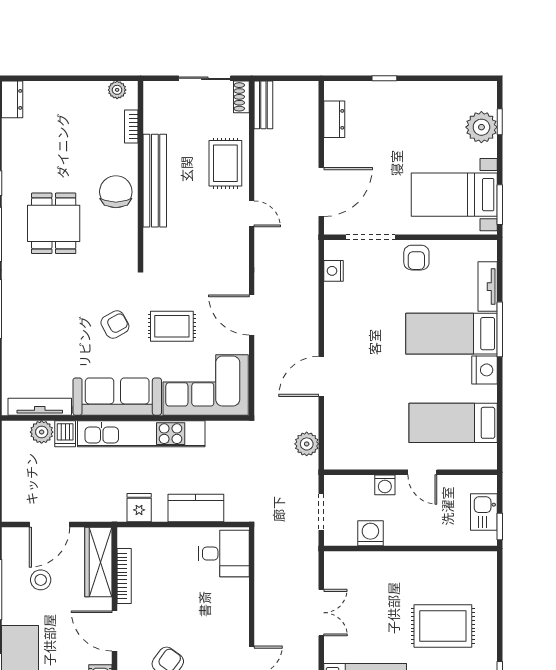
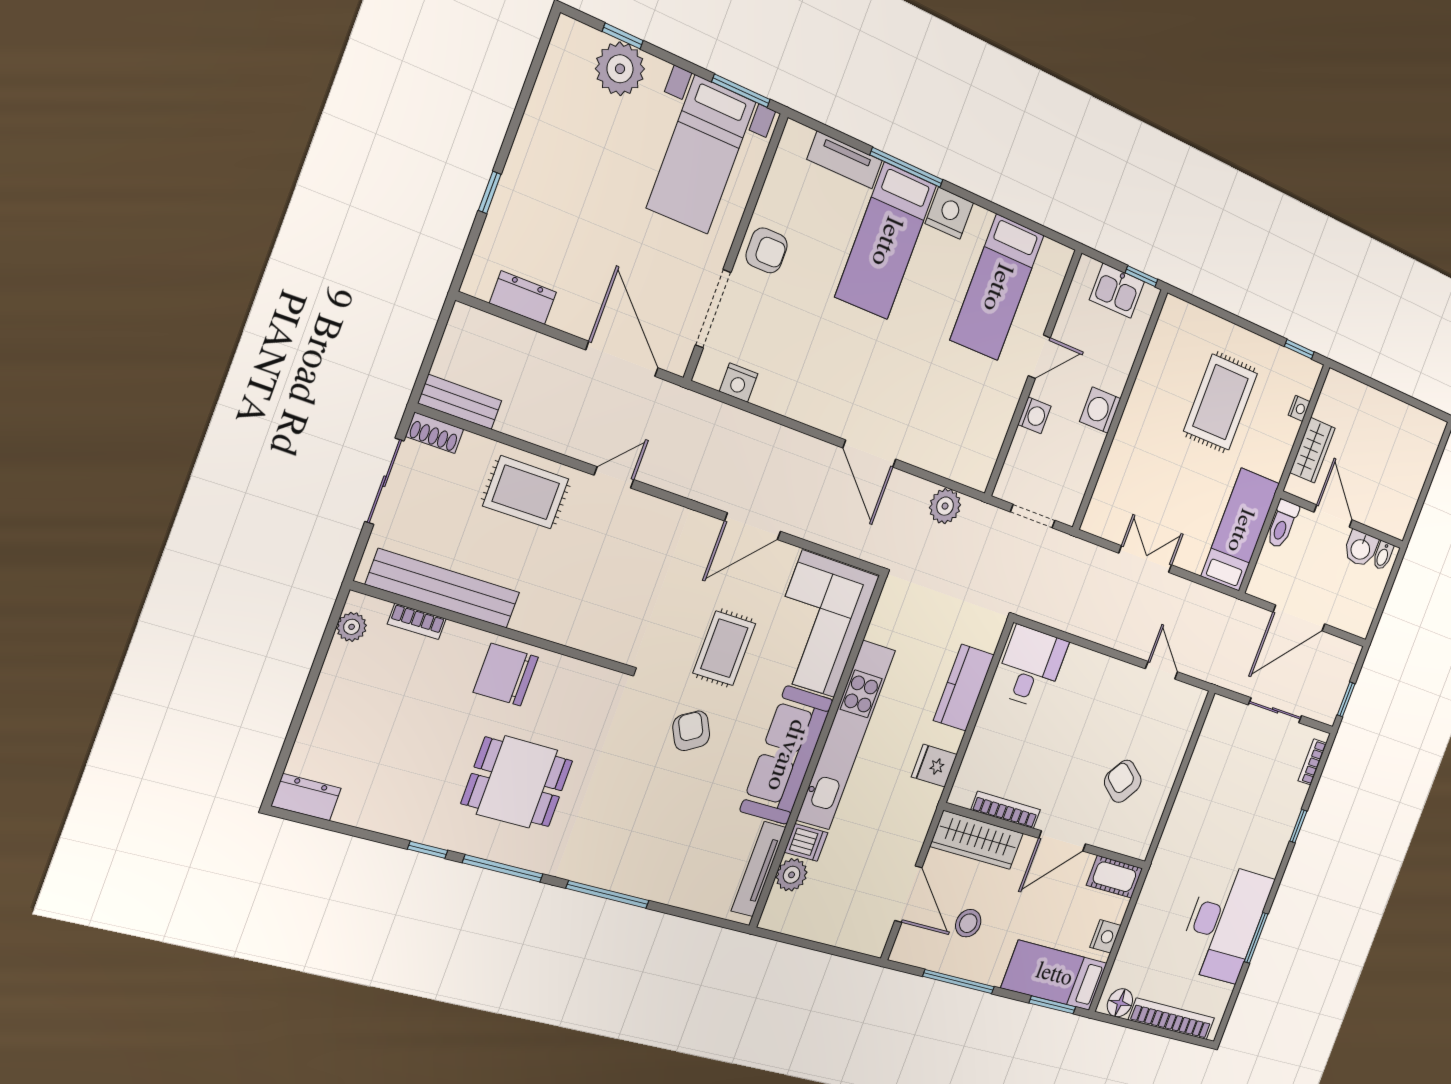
bench: (155, 181) -> (443, 589), moved
washing machine: (370, 533) -> (1100, 410), moved

